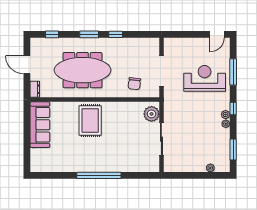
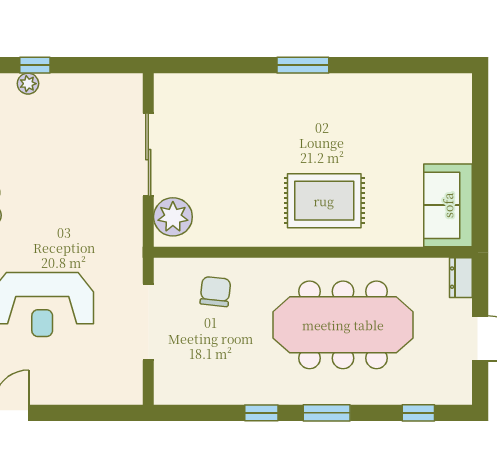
rug: (90, 120) -> (324, 201), turned 90
sofa: (40, 125) -> (448, 205), width x0.73
window: (99, 175) -> (303, 65), width x0.47
window: (207, 175) -> (35, 65), added

